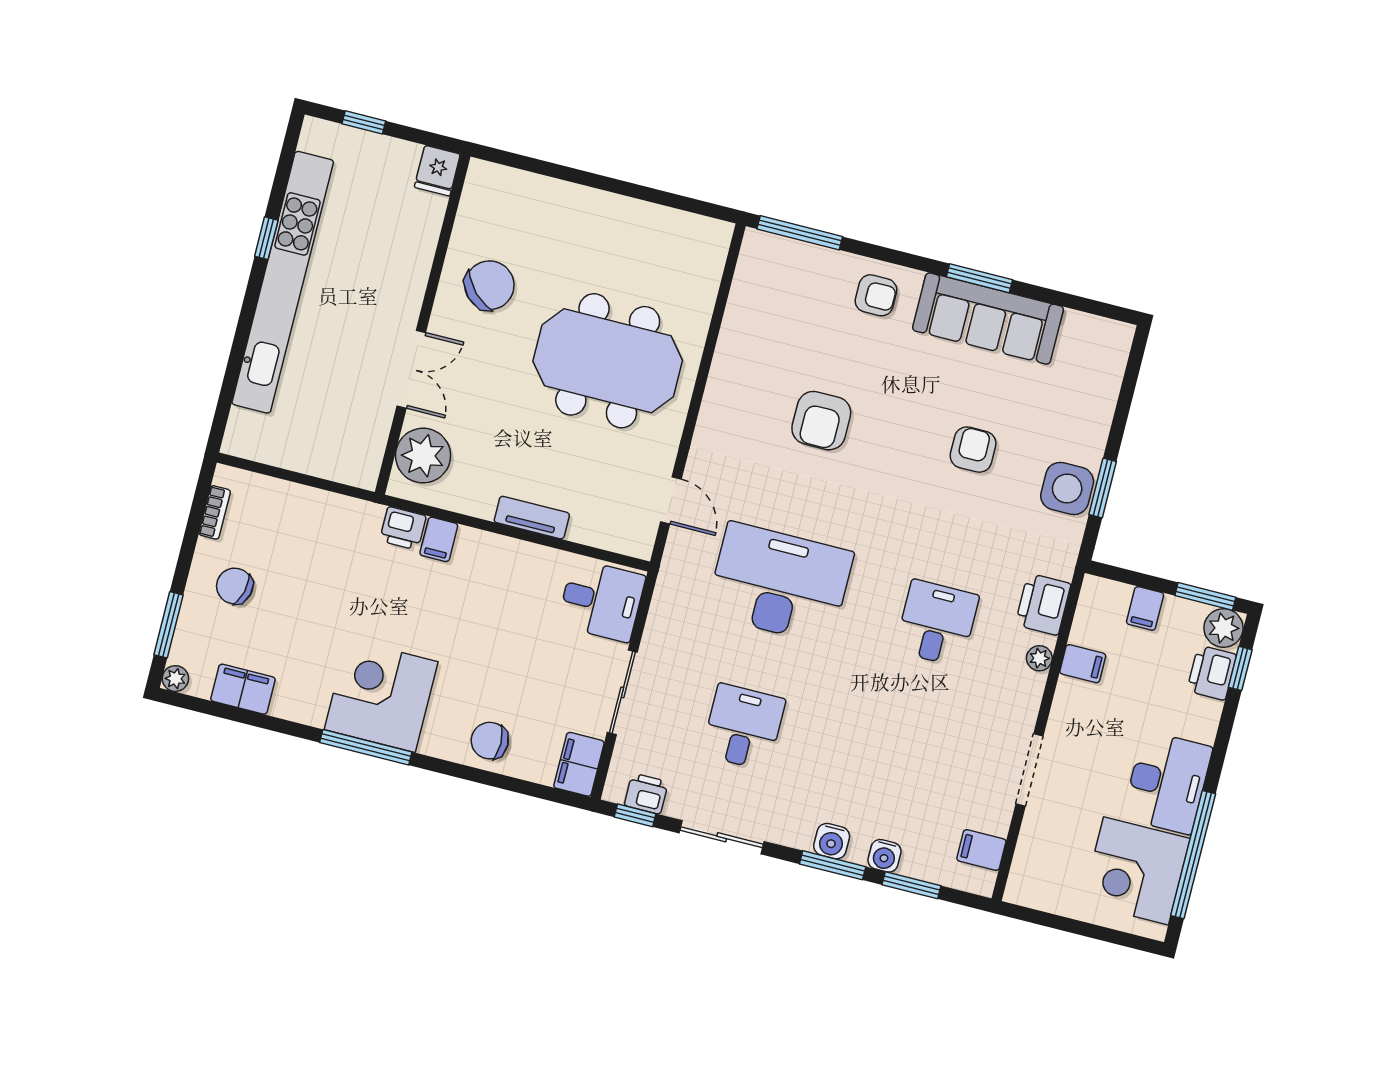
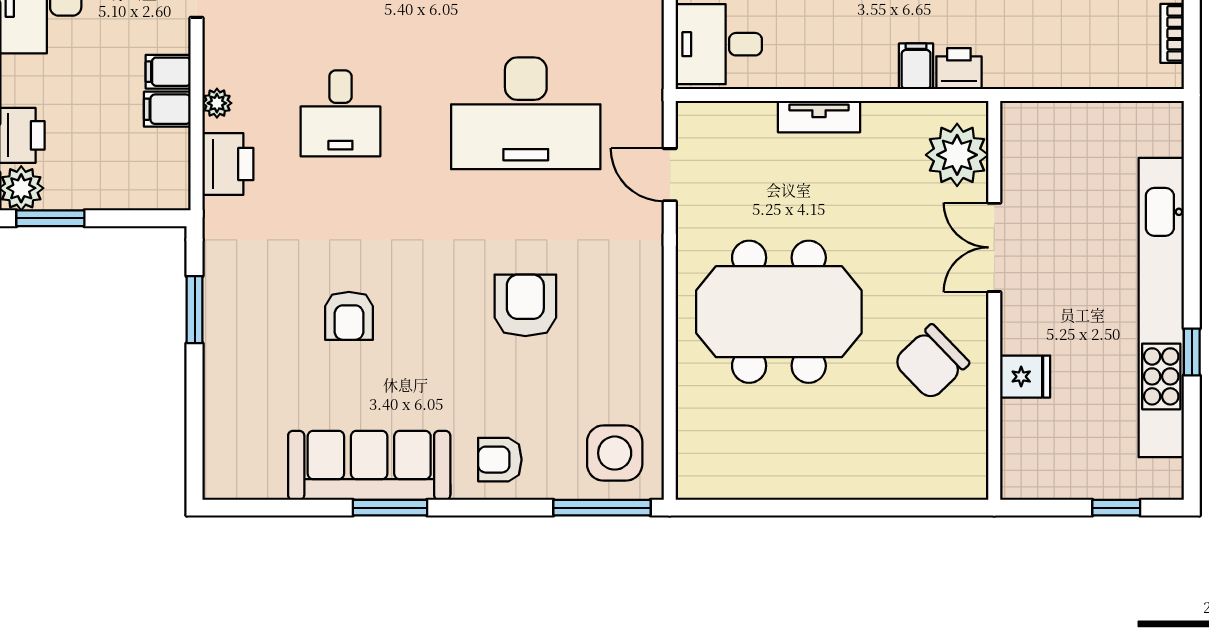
fridge: (437, 171) -> (1025, 377), moved, turned 90
side table: (1067, 489) -> (615, 453), moved
filing cabinet: (1145, 608) -> (168, 72), moved, turned -90

